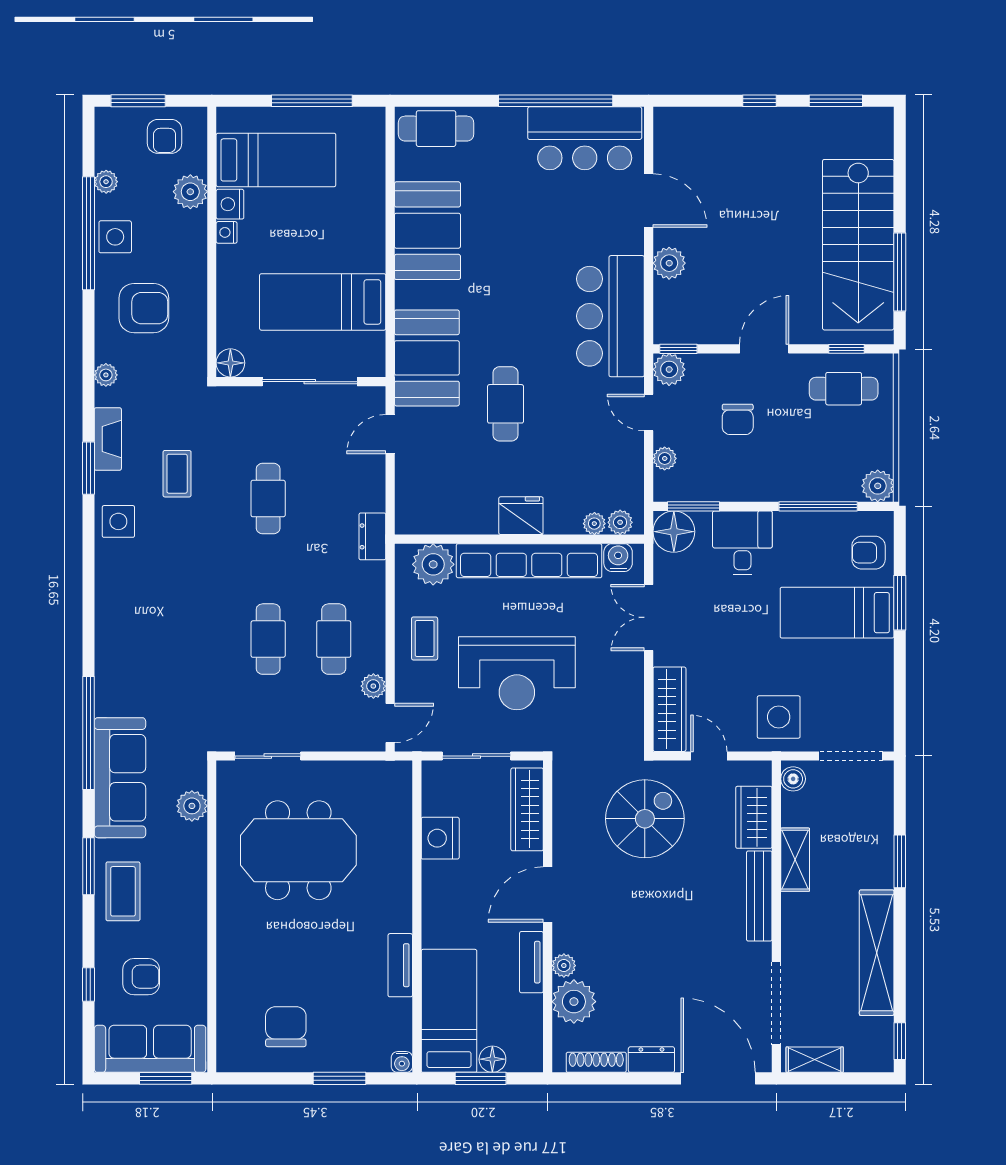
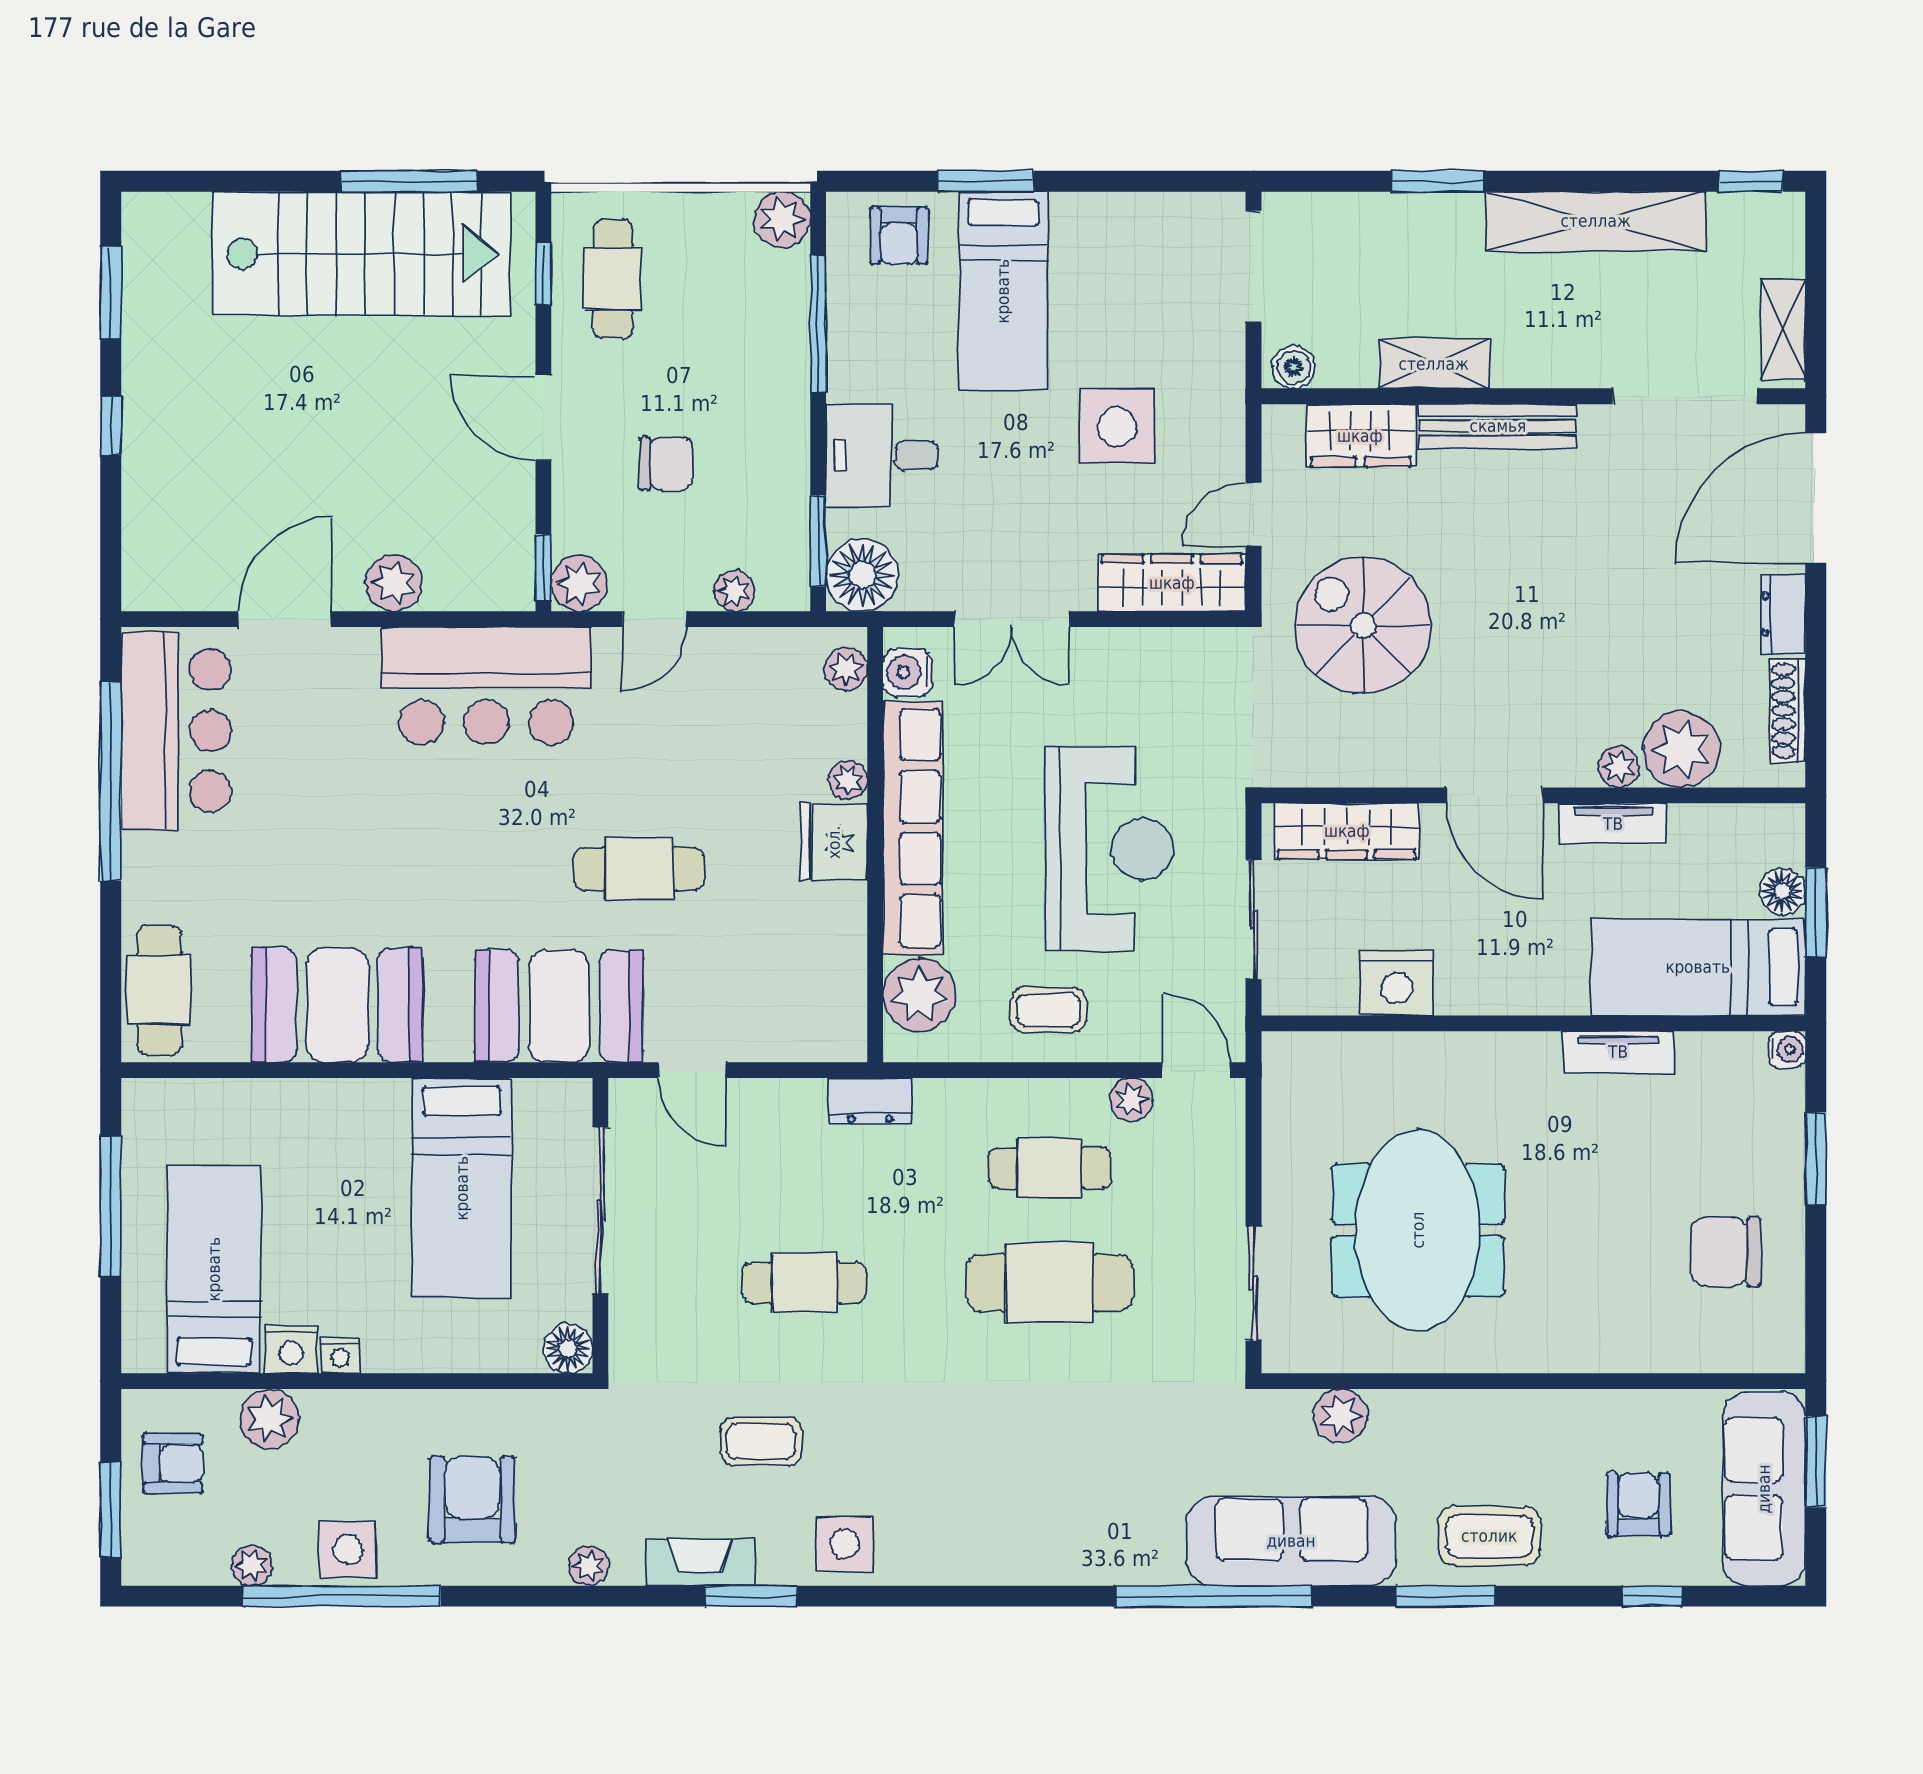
plant: (594, 524) -> (848, 780), moved
cafe table: (268, 639) -> (1050, 1283), width x1.37, depth x1.35
side table: (779, 717) -> (1117, 426), moved

